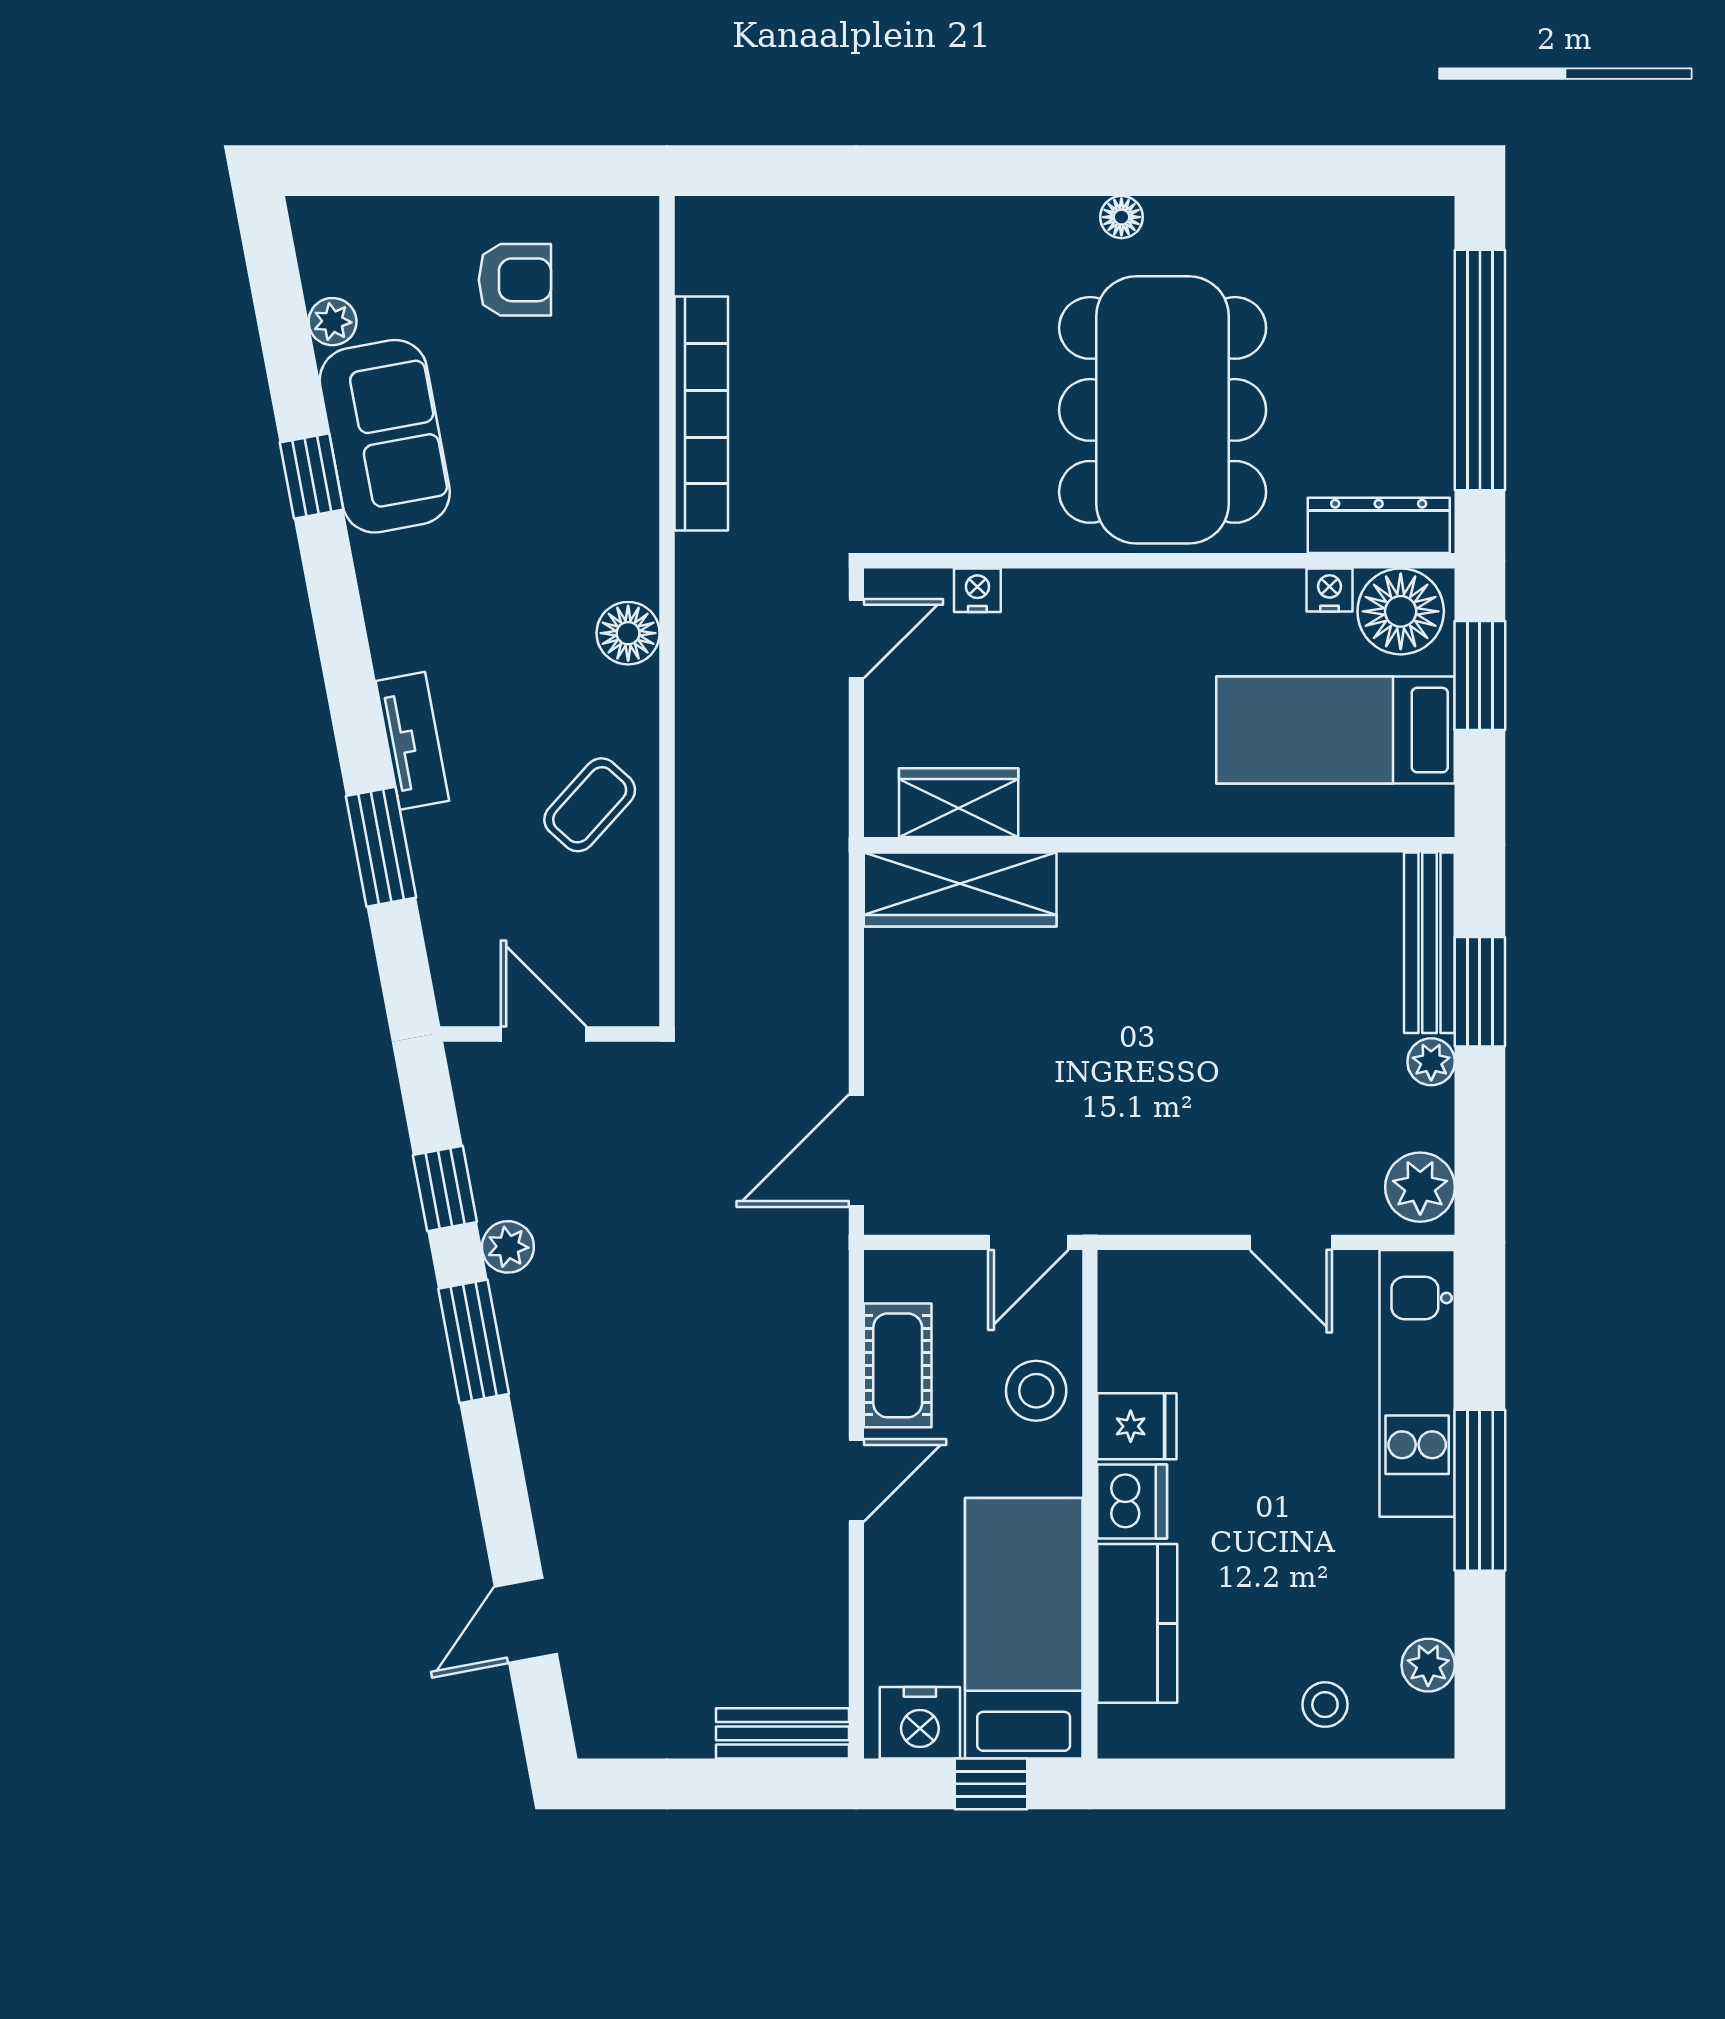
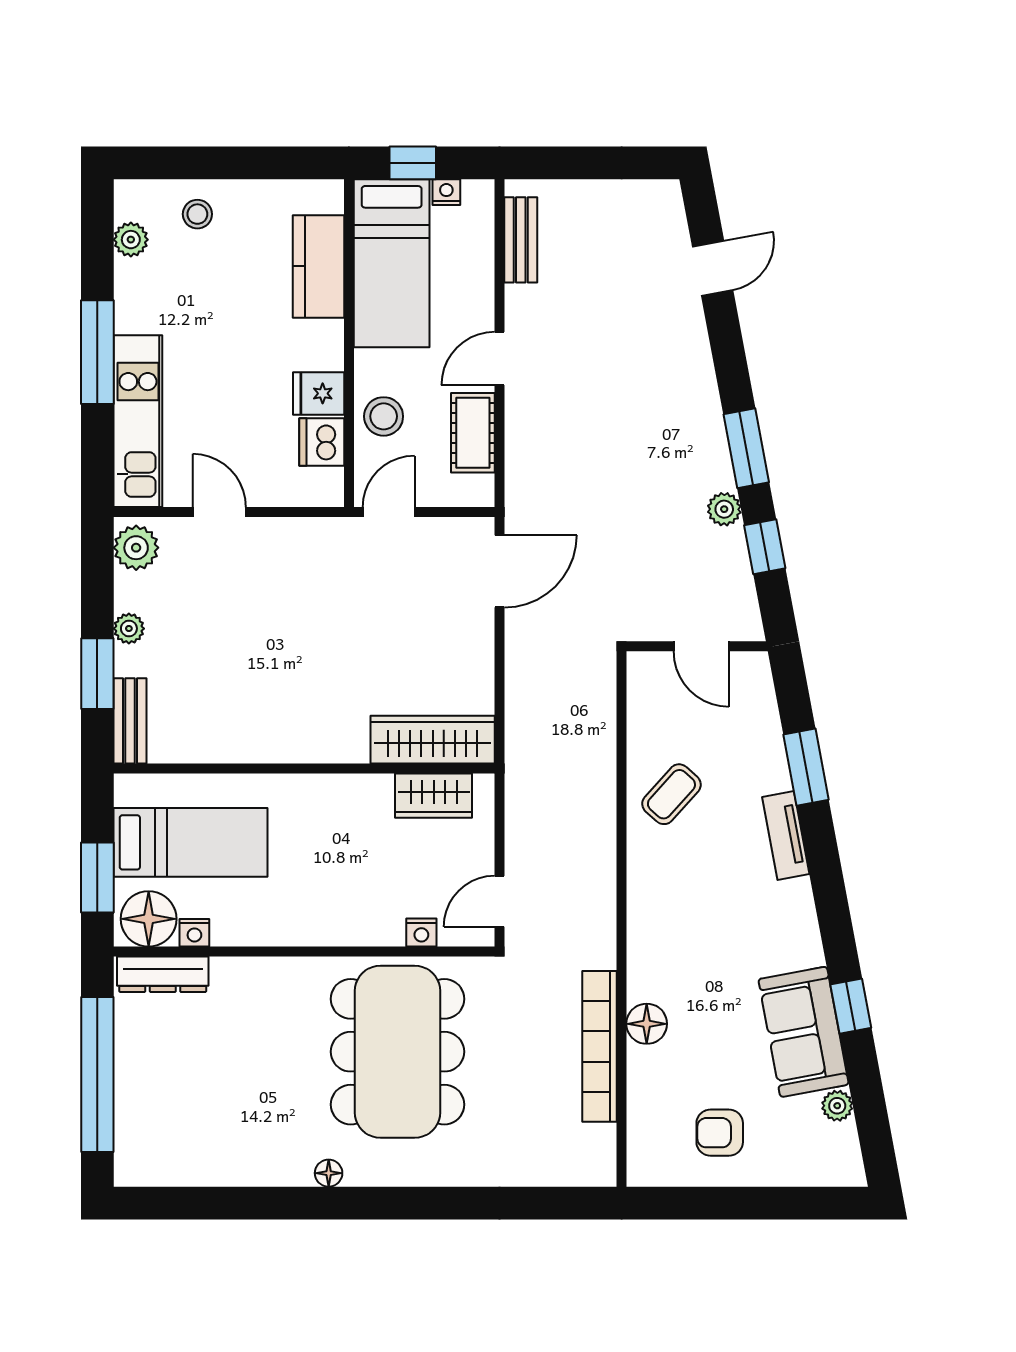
dining table: (1163, 410) -> (397, 1052), moved
floor lamp: (628, 633) -> (647, 1024), moved
bench: (1429, 943) -> (130, 721), width x0.73
dishwasher: (1132, 1502) -> (322, 442), moved
nightstand: (920, 1723) -> (446, 192), width x0.53, depth x0.56
bench: (782, 1733) -> (521, 240), moved, turned 90

